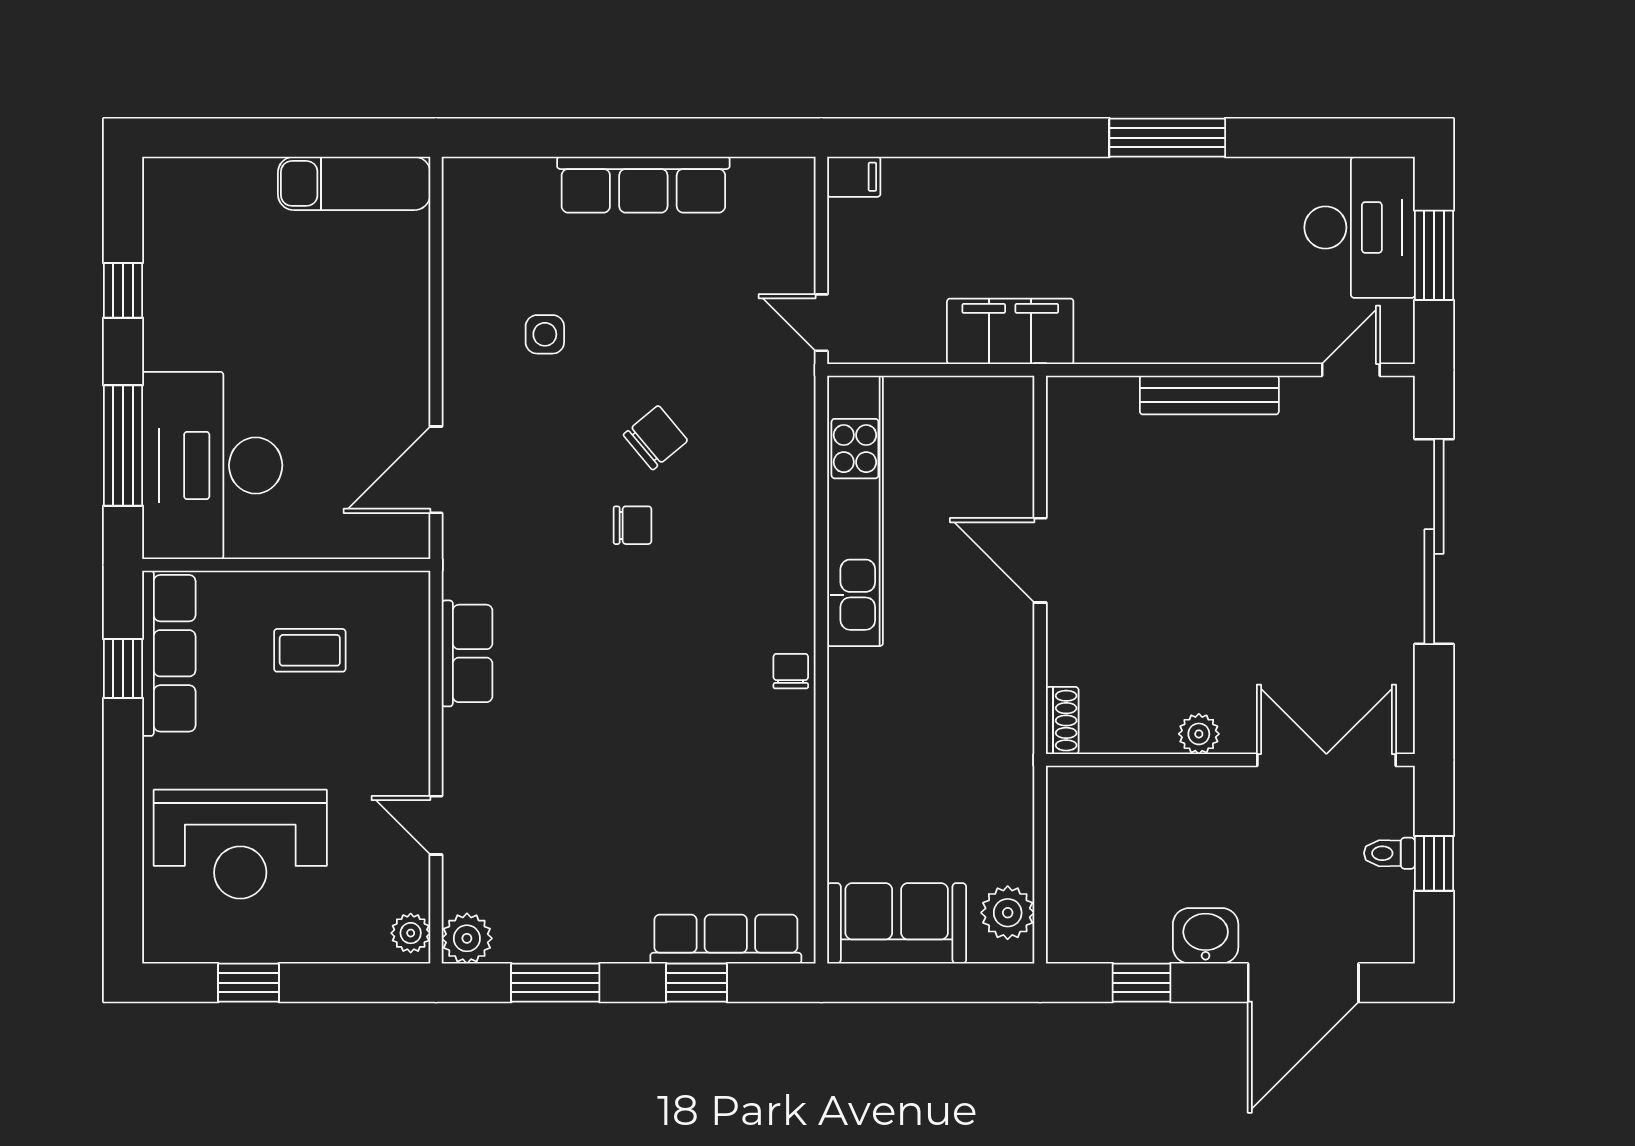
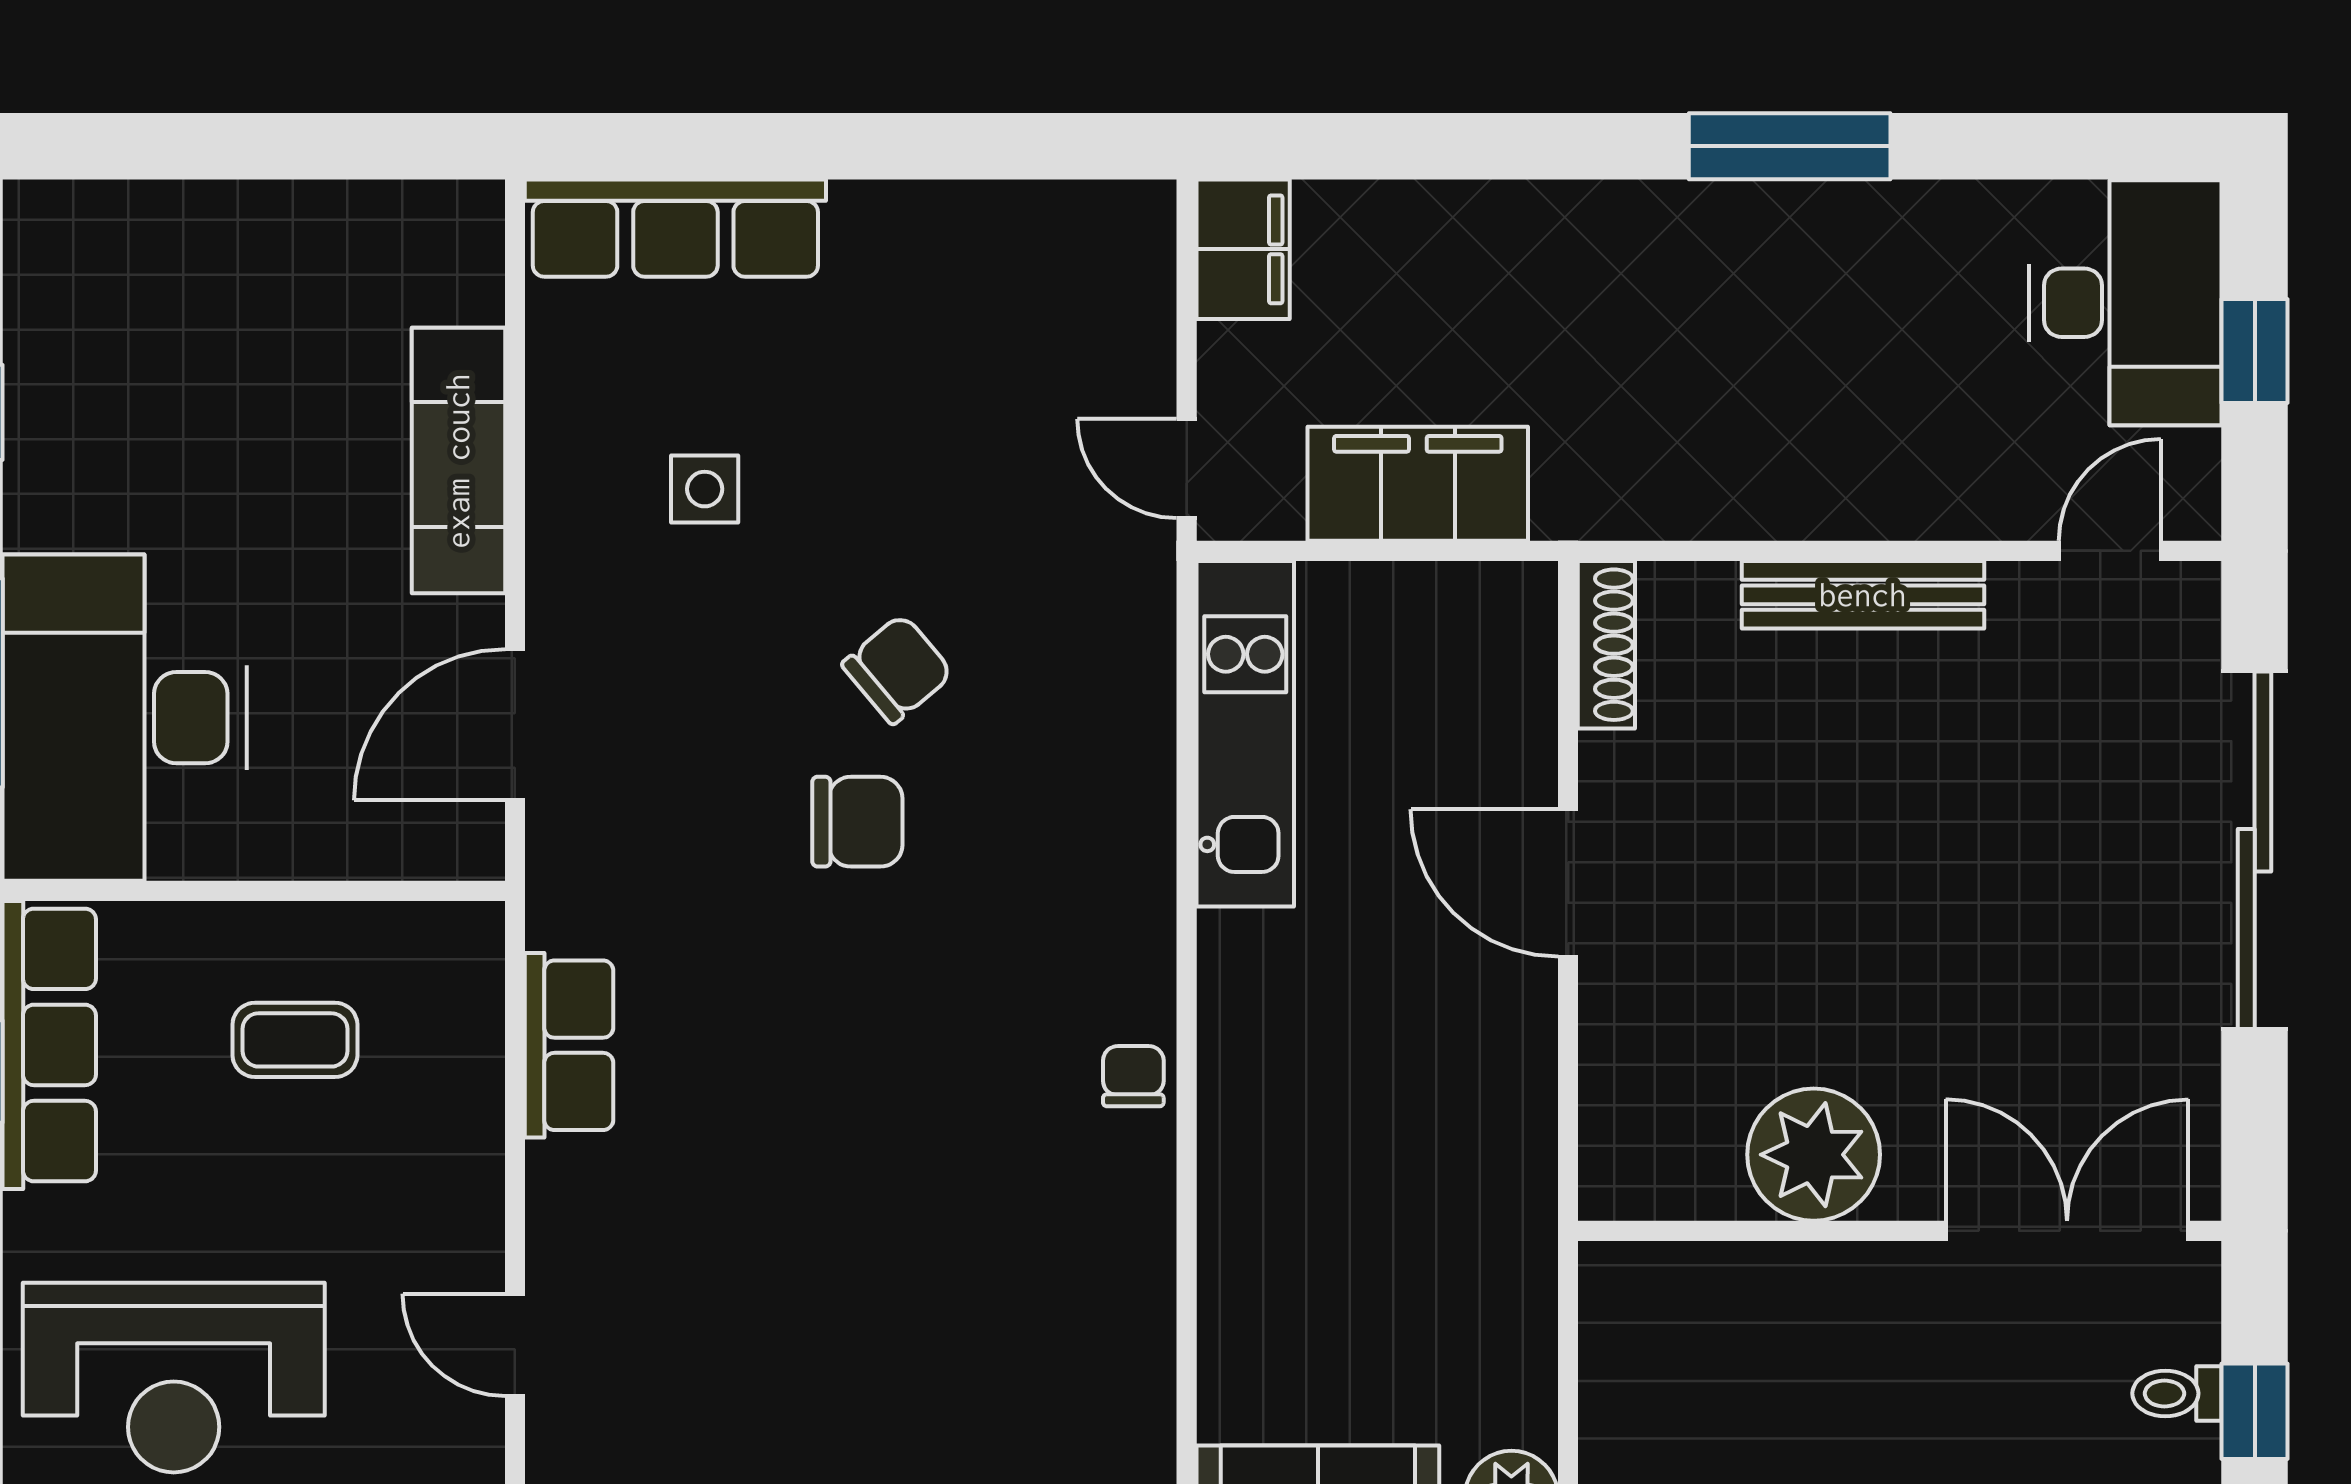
filing cabinet: (854, 177) -> (1243, 249), width x2.00
exam couch: (354, 183) -> (458, 461), moved, turned 90
row of seats: (643, 185) -> (675, 228), moved
window: (1434, 255) -> (2255, 351), width x0.67
filing cabinet: (1010, 331) -> (1418, 484), moved
kitchen unit: (855, 511) -> (1245, 734), width x0.73
chair: (632, 525) -> (857, 822), width x1.37, depth x1.37
shoe rack: (1062, 721) -> (1606, 645), moved, width x1.43
plant: (1199, 734) -> (1814, 1155), width x1.88, depth x1.88

